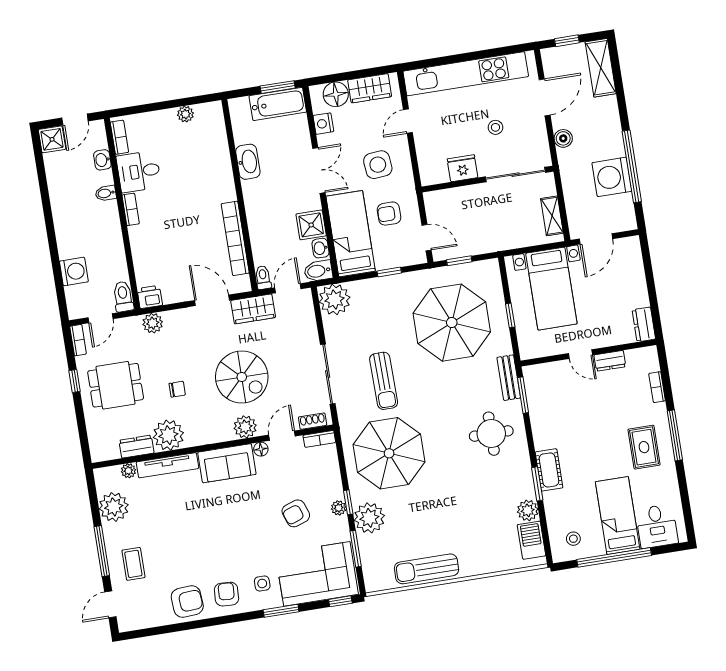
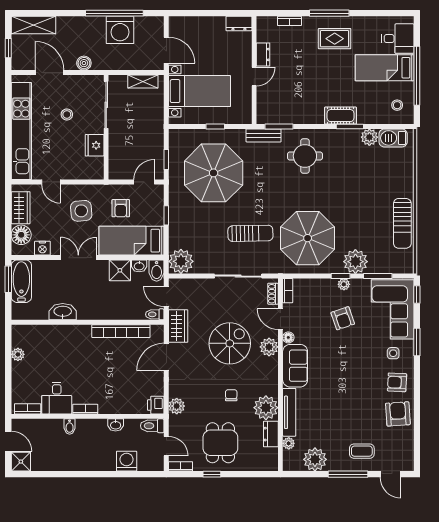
washbasin: (102, 160) -> (116, 425), moved

